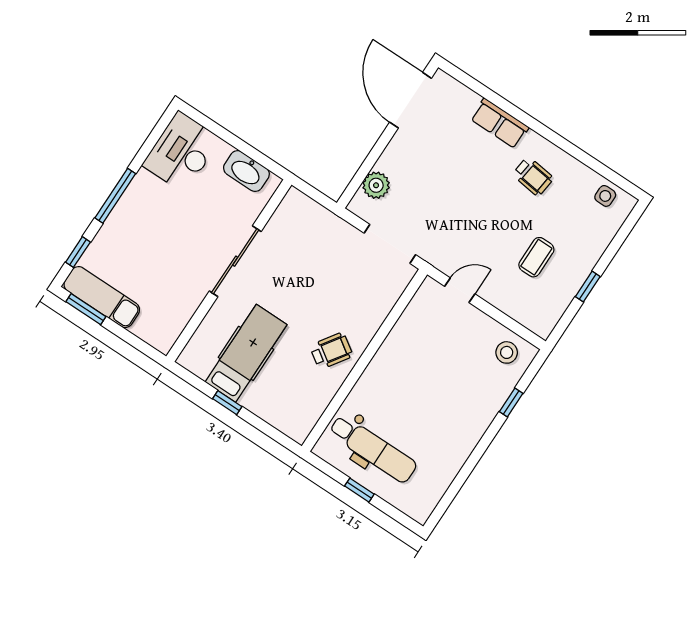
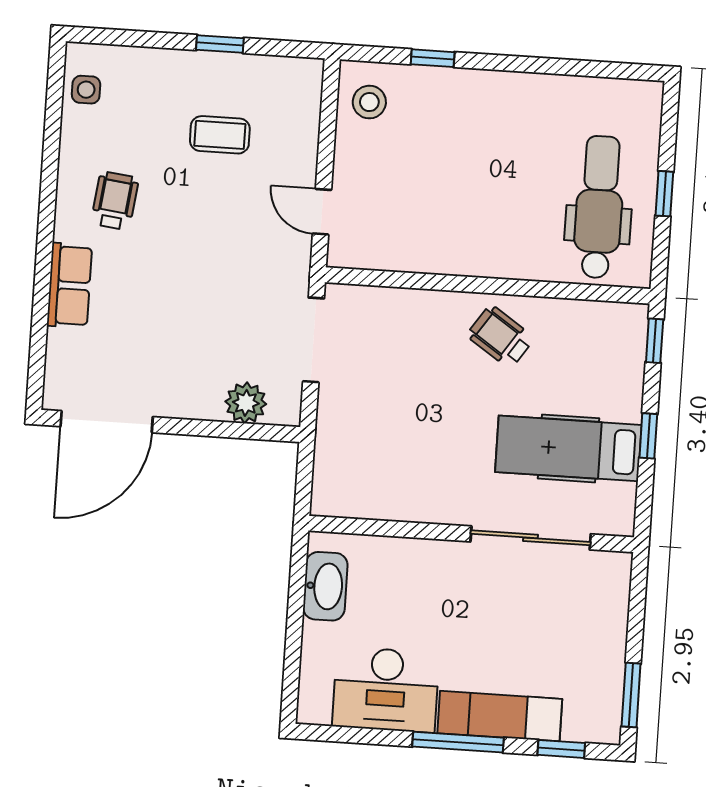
desk: (182, 152) -> (386, 690), moved
sliding door: (235, 261) -> (531, 538), moved
exam couch: (102, 297) -> (500, 716), moved, turned 90
window: (279, 437) -> (655, 341), added

